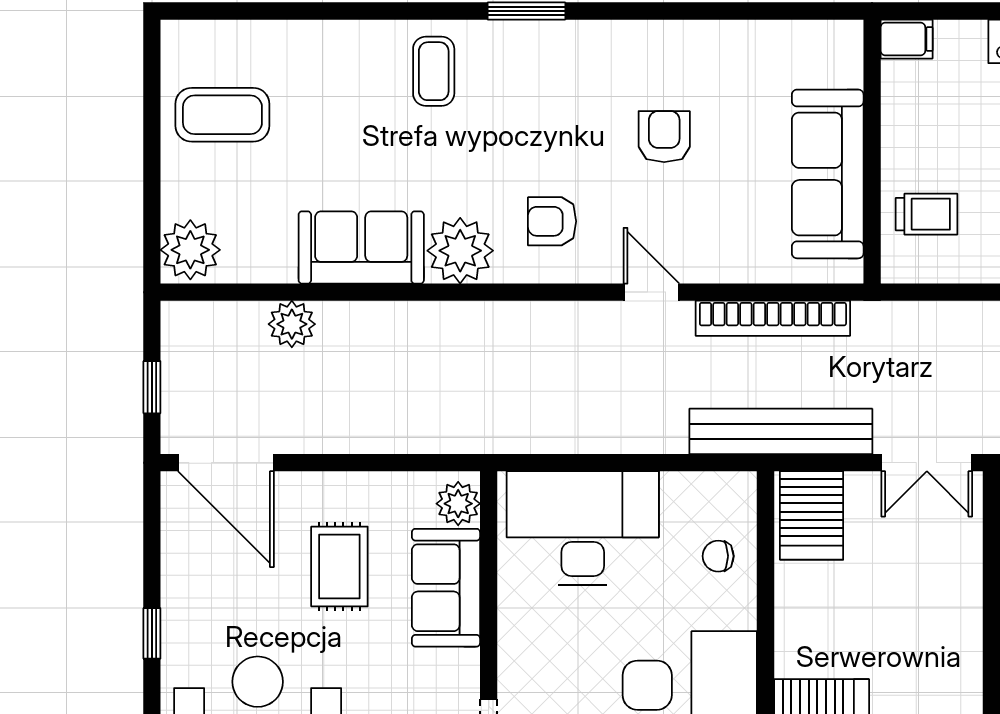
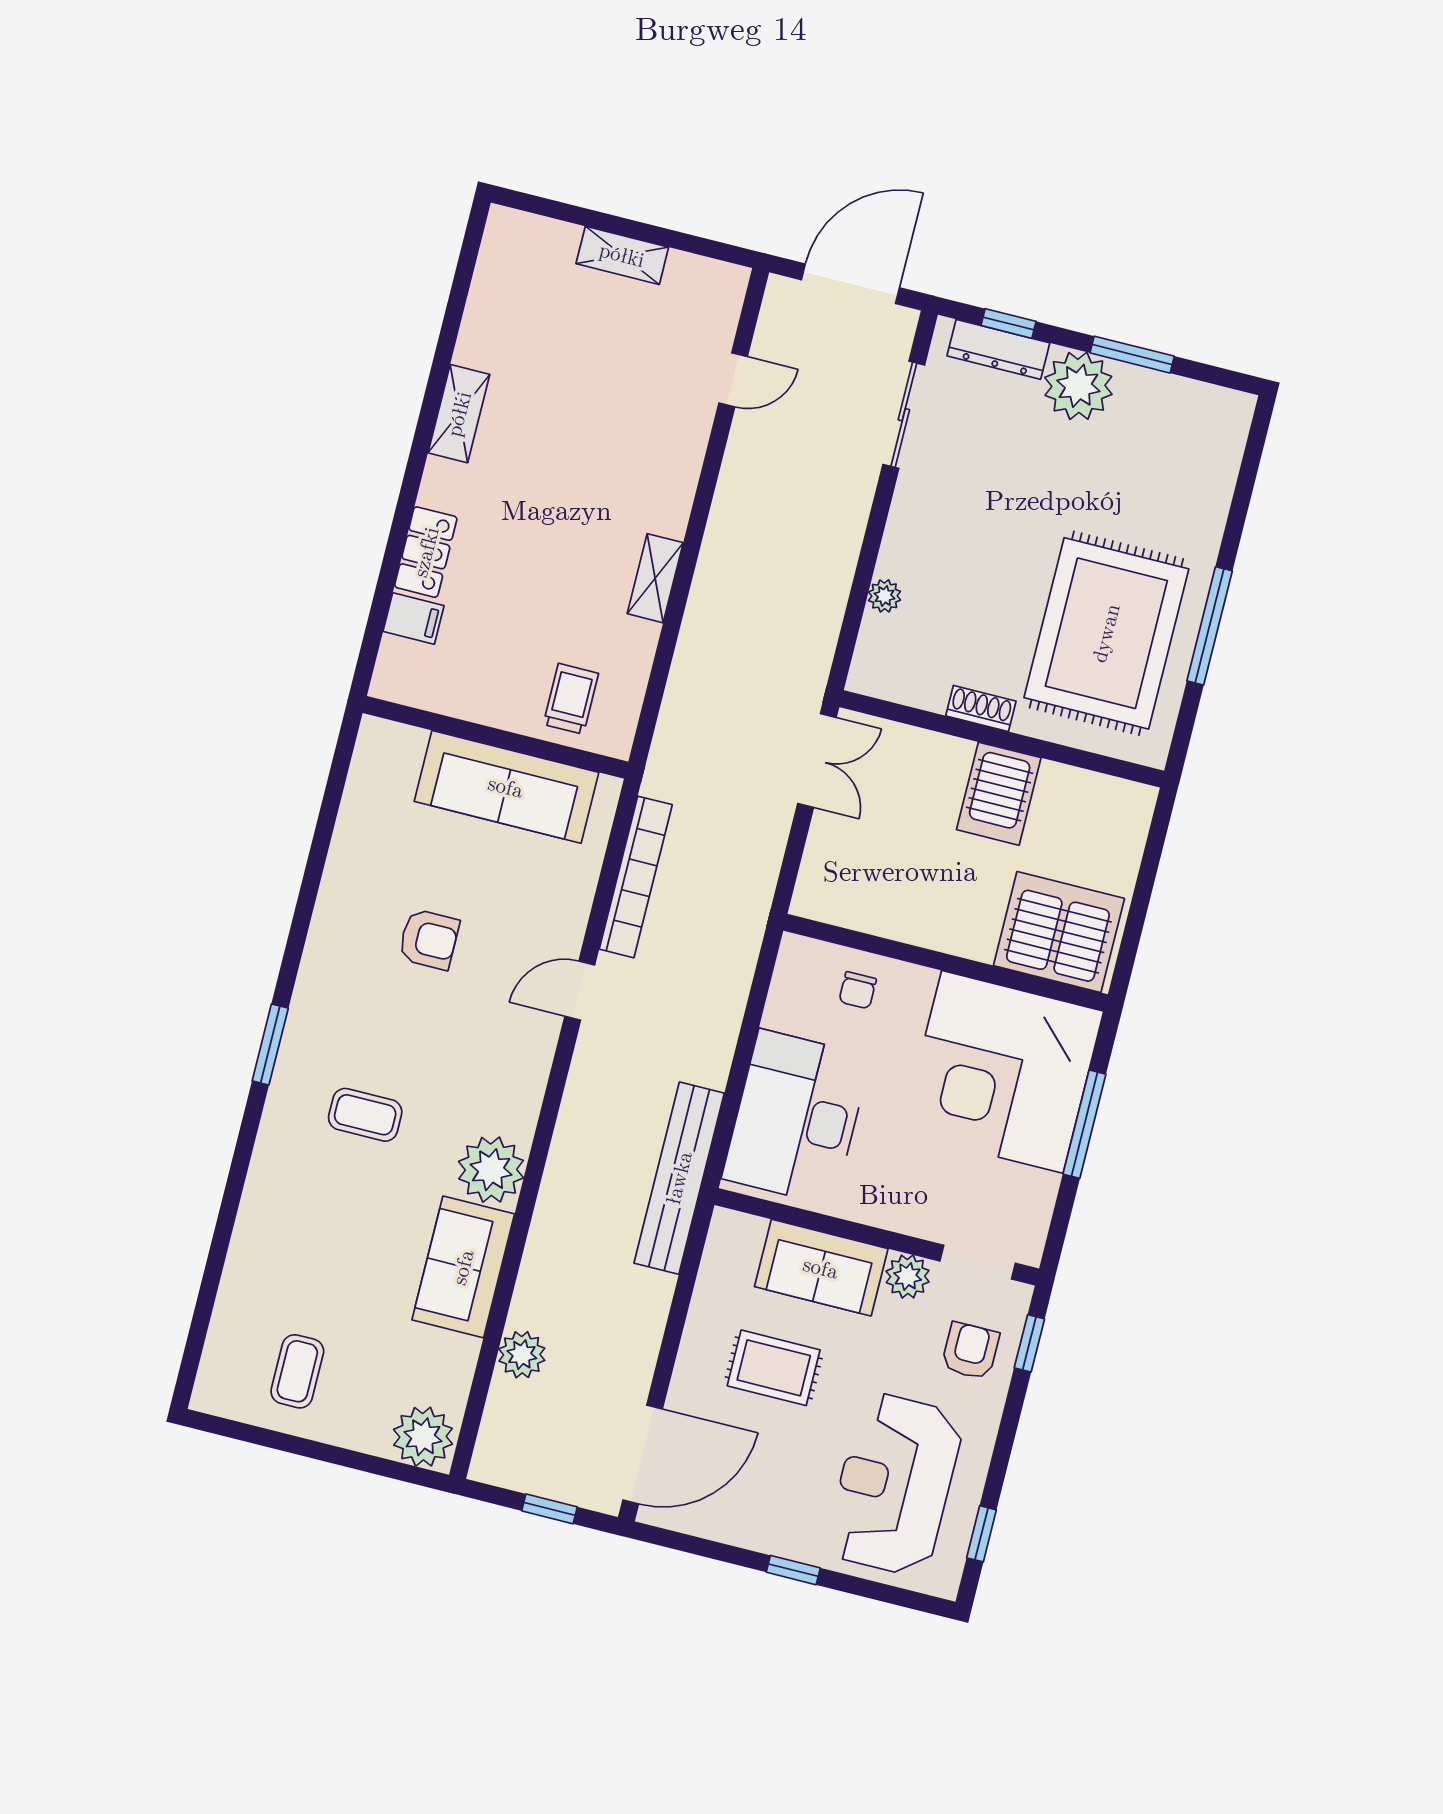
filing cabinet: (907, 39) -> (414, 619), moved, turned 90
coffee table: (434, 71) -> (365, 1115), moved
coffee table: (222, 115) -> (297, 1371), width x0.73, depth x0.77
armchair: (664, 137) -> (429, 939), turned 180
armchair: (552, 221) -> (485, 1071), removed
bench: (781, 431) -> (679, 1178), moved
plant: (458, 504) -> (908, 1276), moved
server rack: (812, 515) -> (999, 794), moved, turned 90

